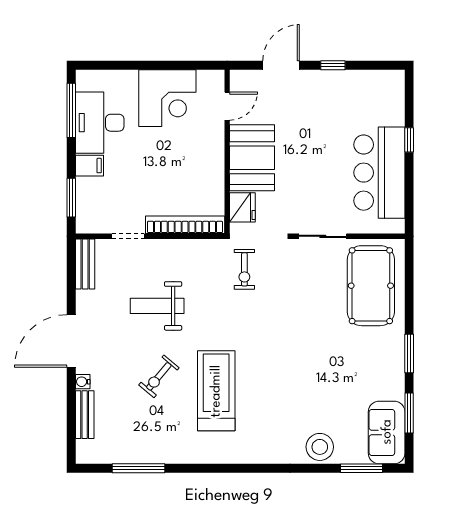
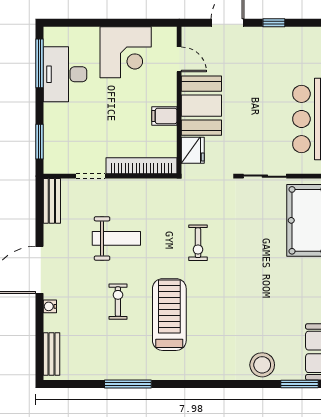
door: (227, 106) -> (179, 59), hinge flipped
filing cabinet: (89, 166) -> (164, 116), moved, turned 180
exercise bike: (244, 269) -> (198, 243), moved
weight bench: (157, 306) -> (116, 238), turned 180
exercise bike: (159, 376) -> (118, 302), turned 140
bench: (85, 415) -> (51, 354), moved
window: (138, 468) -> (128, 384), moved

